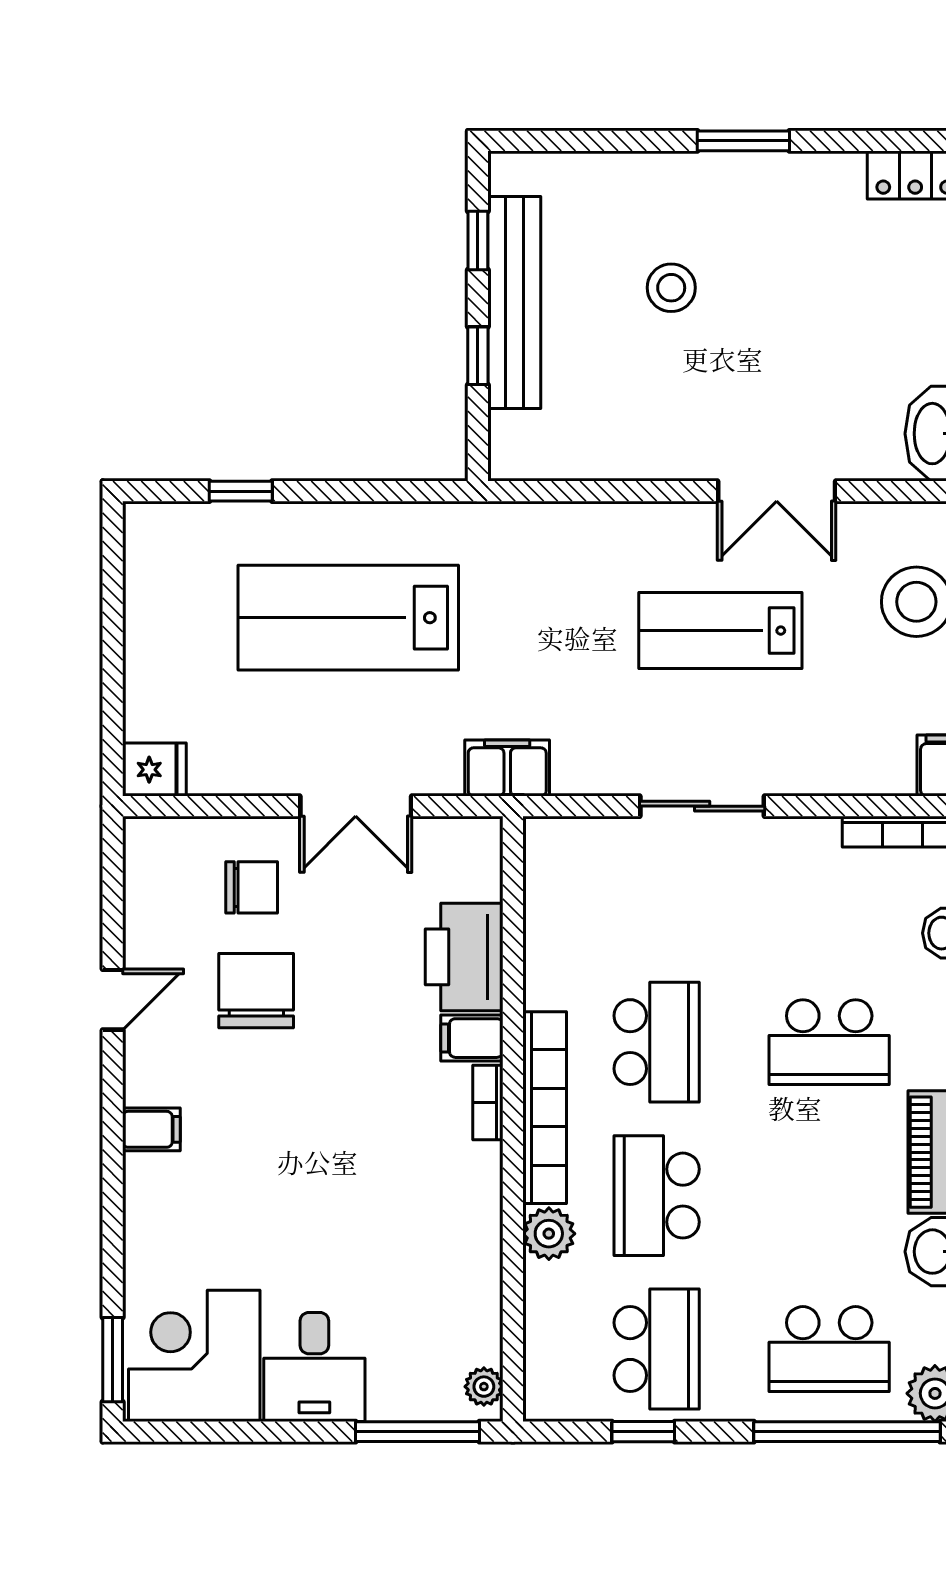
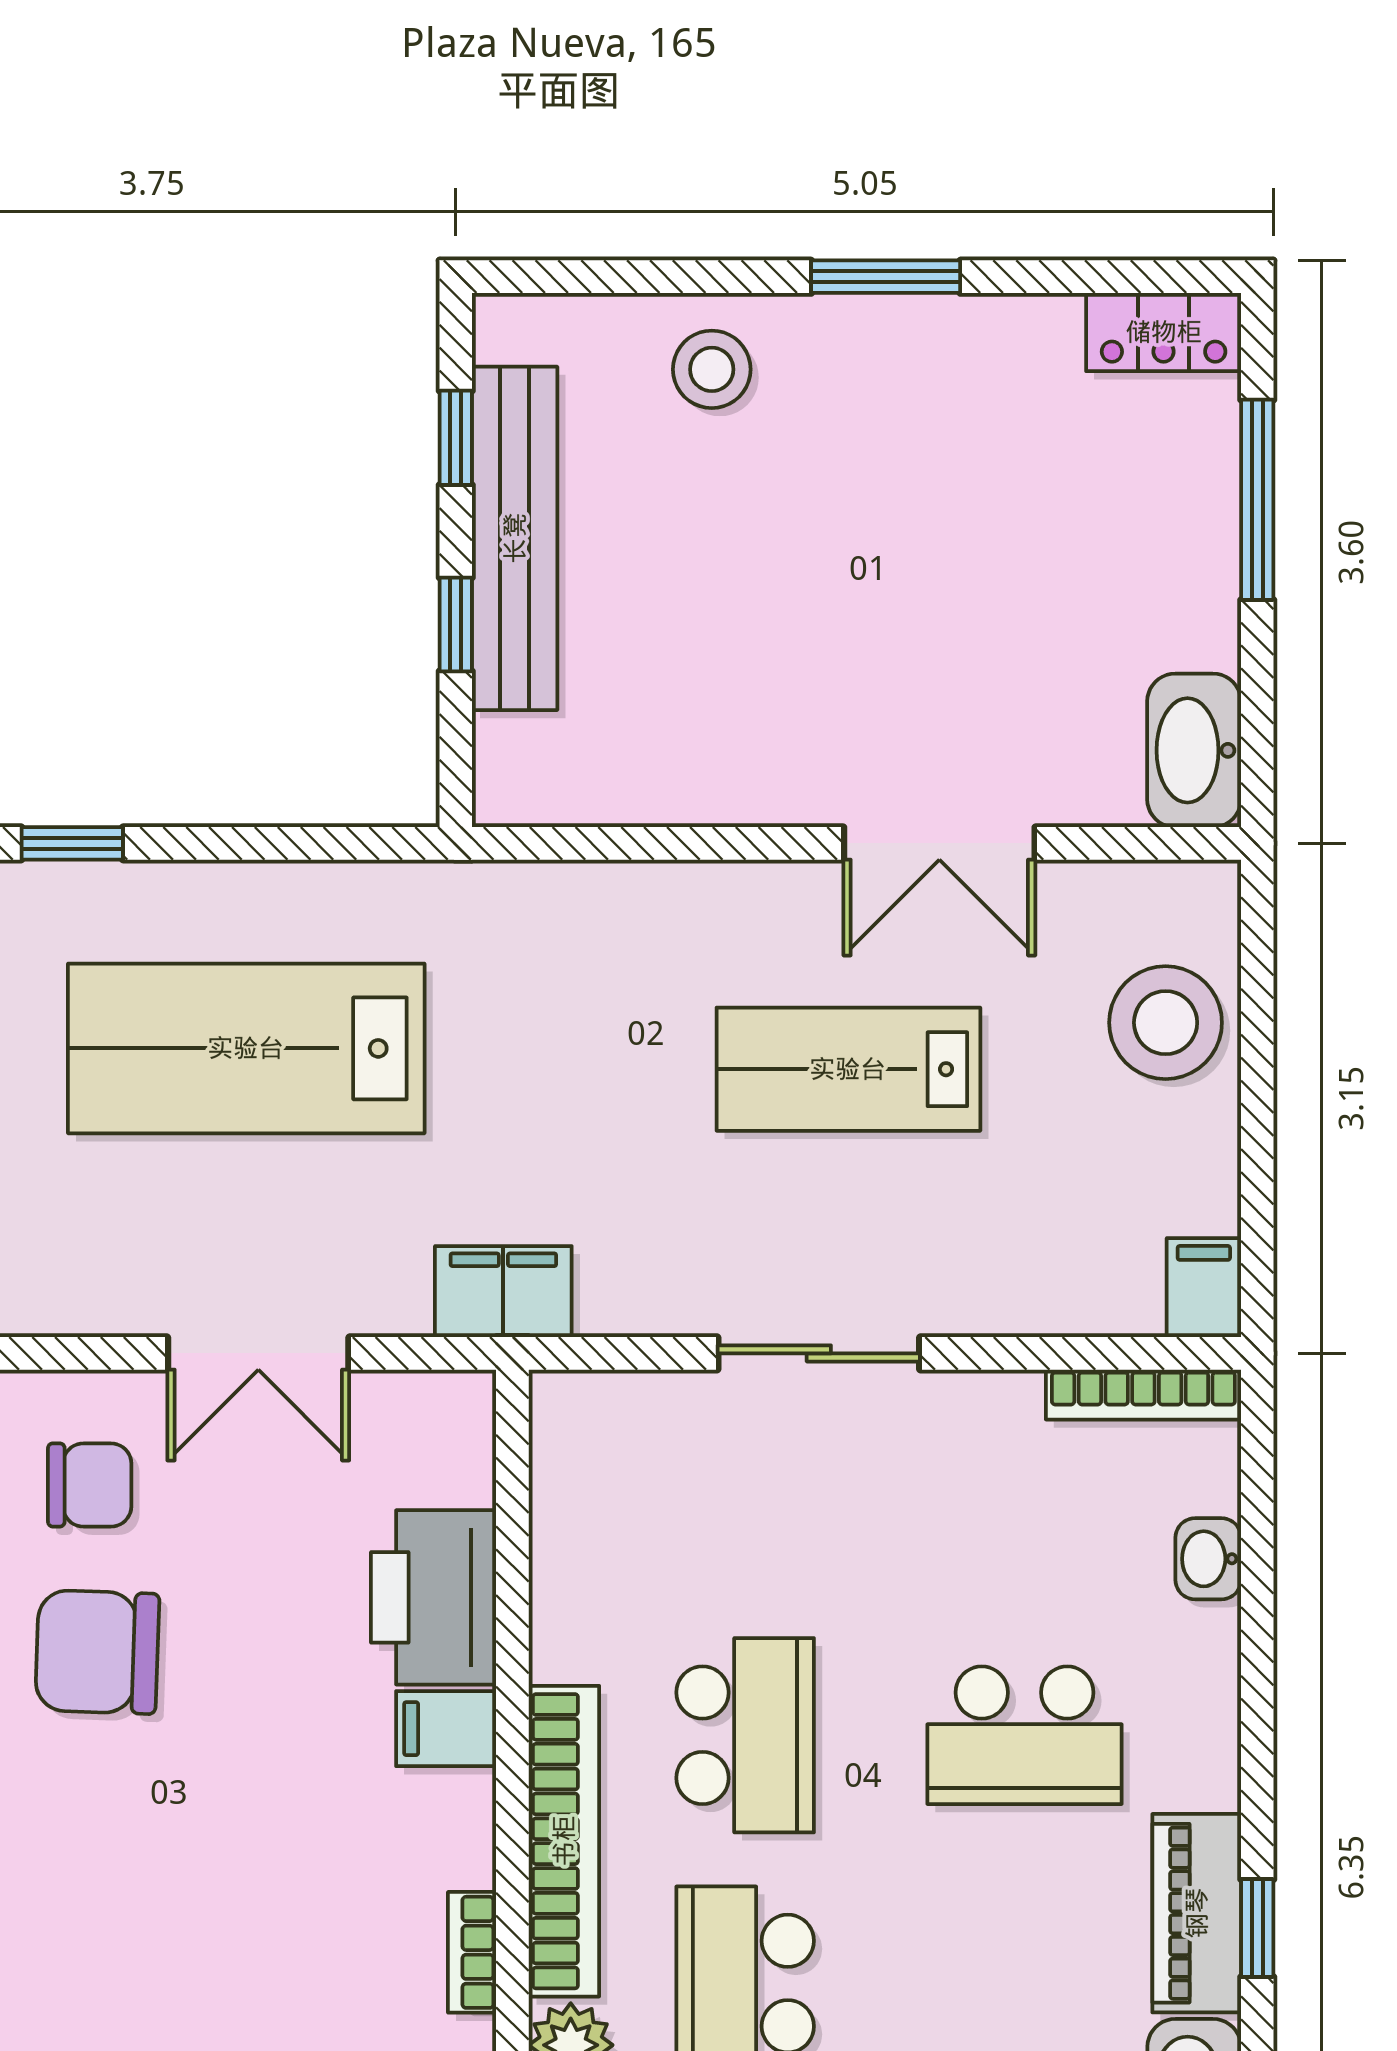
stool: (671, 288) -> (712, 369), moved
chair: (256, 991) -> (97, 1652), turned -88
bookcase: (488, 1103) -> (472, 1952), moved

